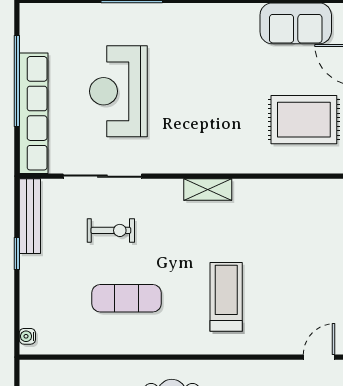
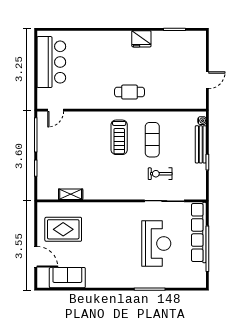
shelving: (208, 190) -> (71, 194), moved
bench: (30, 216) -> (201, 144), moved
treadmill: (226, 297) -> (119, 137), moved
exercise mat: (127, 298) -> (152, 140), turned 90

